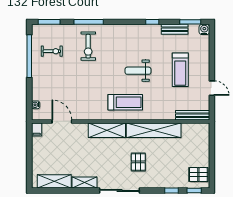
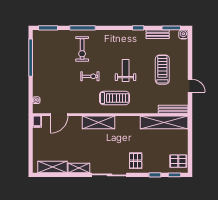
exercise bike: (52, 51) -> (90, 76), moved
treadmill: (180, 70) -> (162, 70), turned 180
weight bench: (138, 71) -> (126, 70), turned 90
door: (62, 121) -> (59, 115), swing flipped
shelving: (154, 130) -> (164, 122), moved
pallet: (138, 162) -> (136, 161), moved

